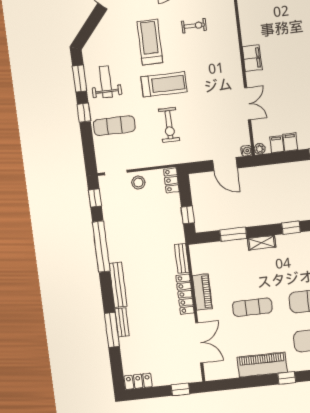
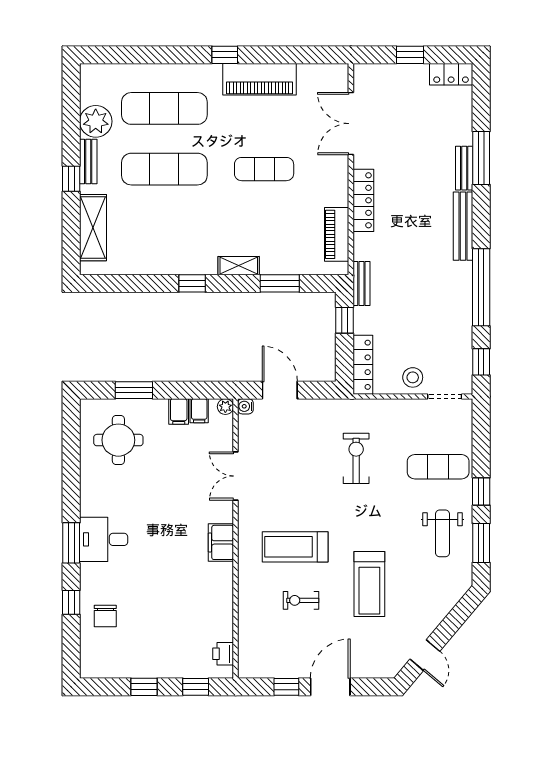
treadmill: (164, 84) -> (295, 547), moved
locker: (171, 180) -> (363, 365), width x1.53
bench: (182, 258) -> (361, 283), moved
piano: (202, 292) -> (337, 234), moved
window: (180, 389) -> (410, 55), moved

